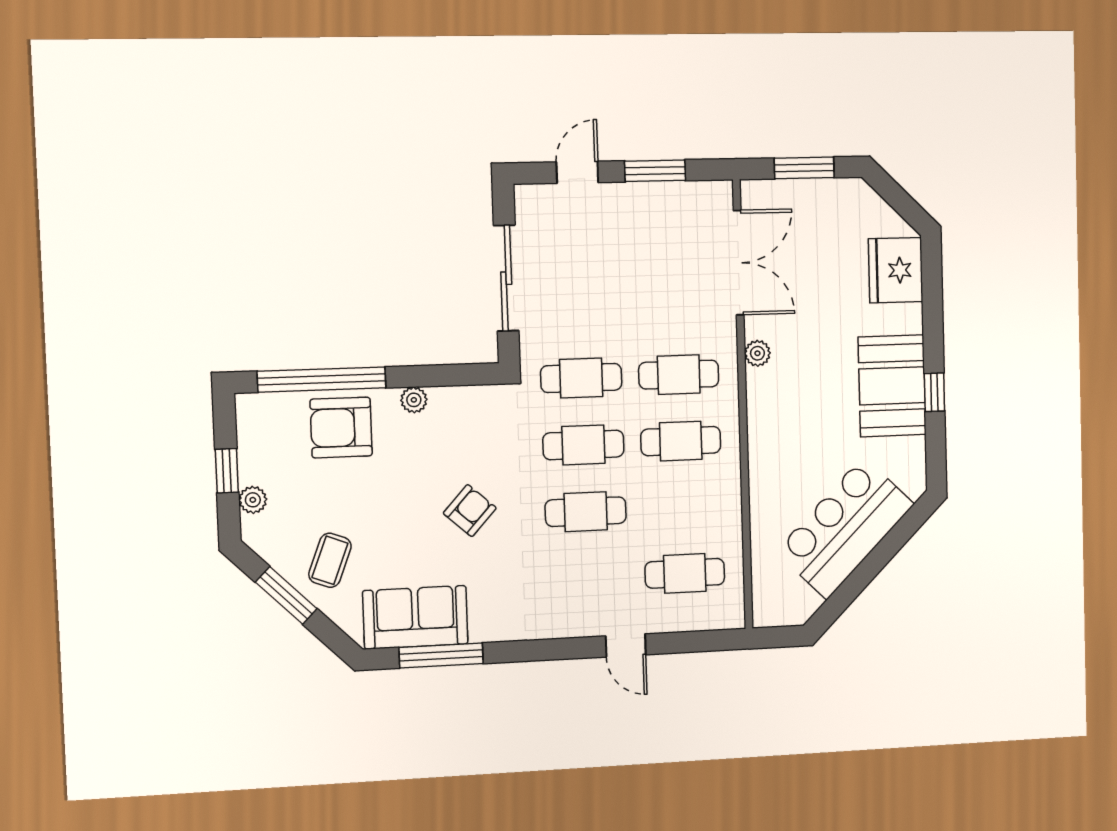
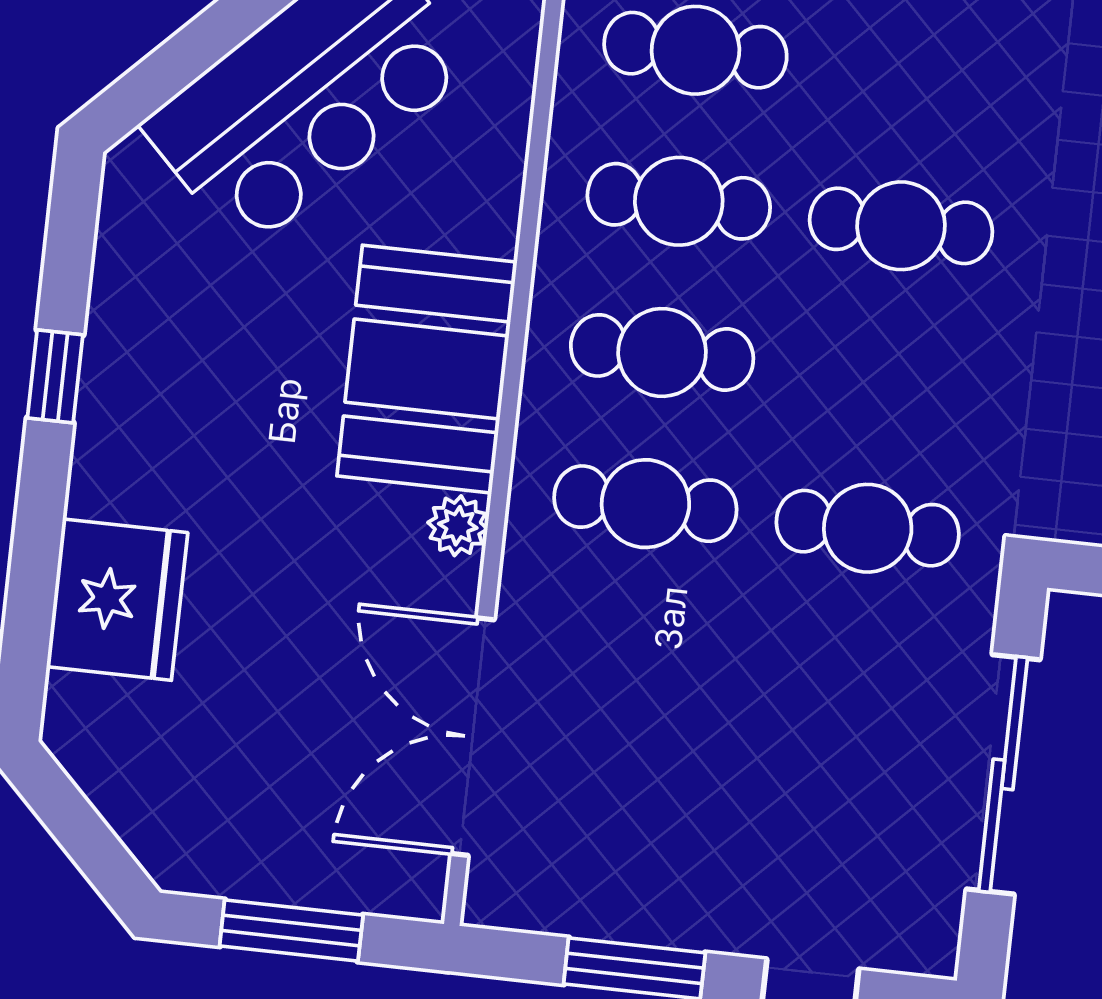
fridge: (896, 270) -> (117, 600), moved
booth: (892, 386) -> (427, 369), moved
cafe table: (583, 445) -> (679, 201), moved

